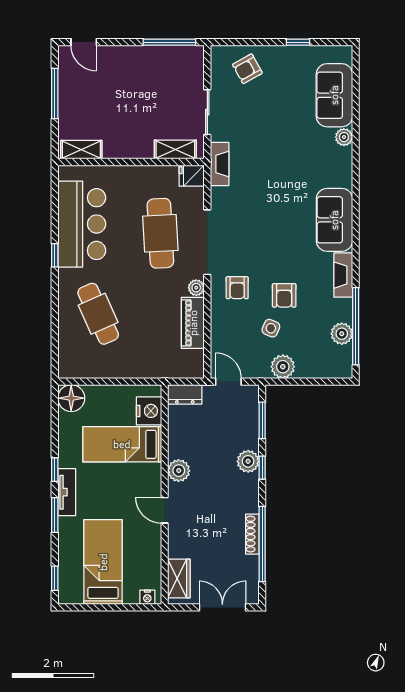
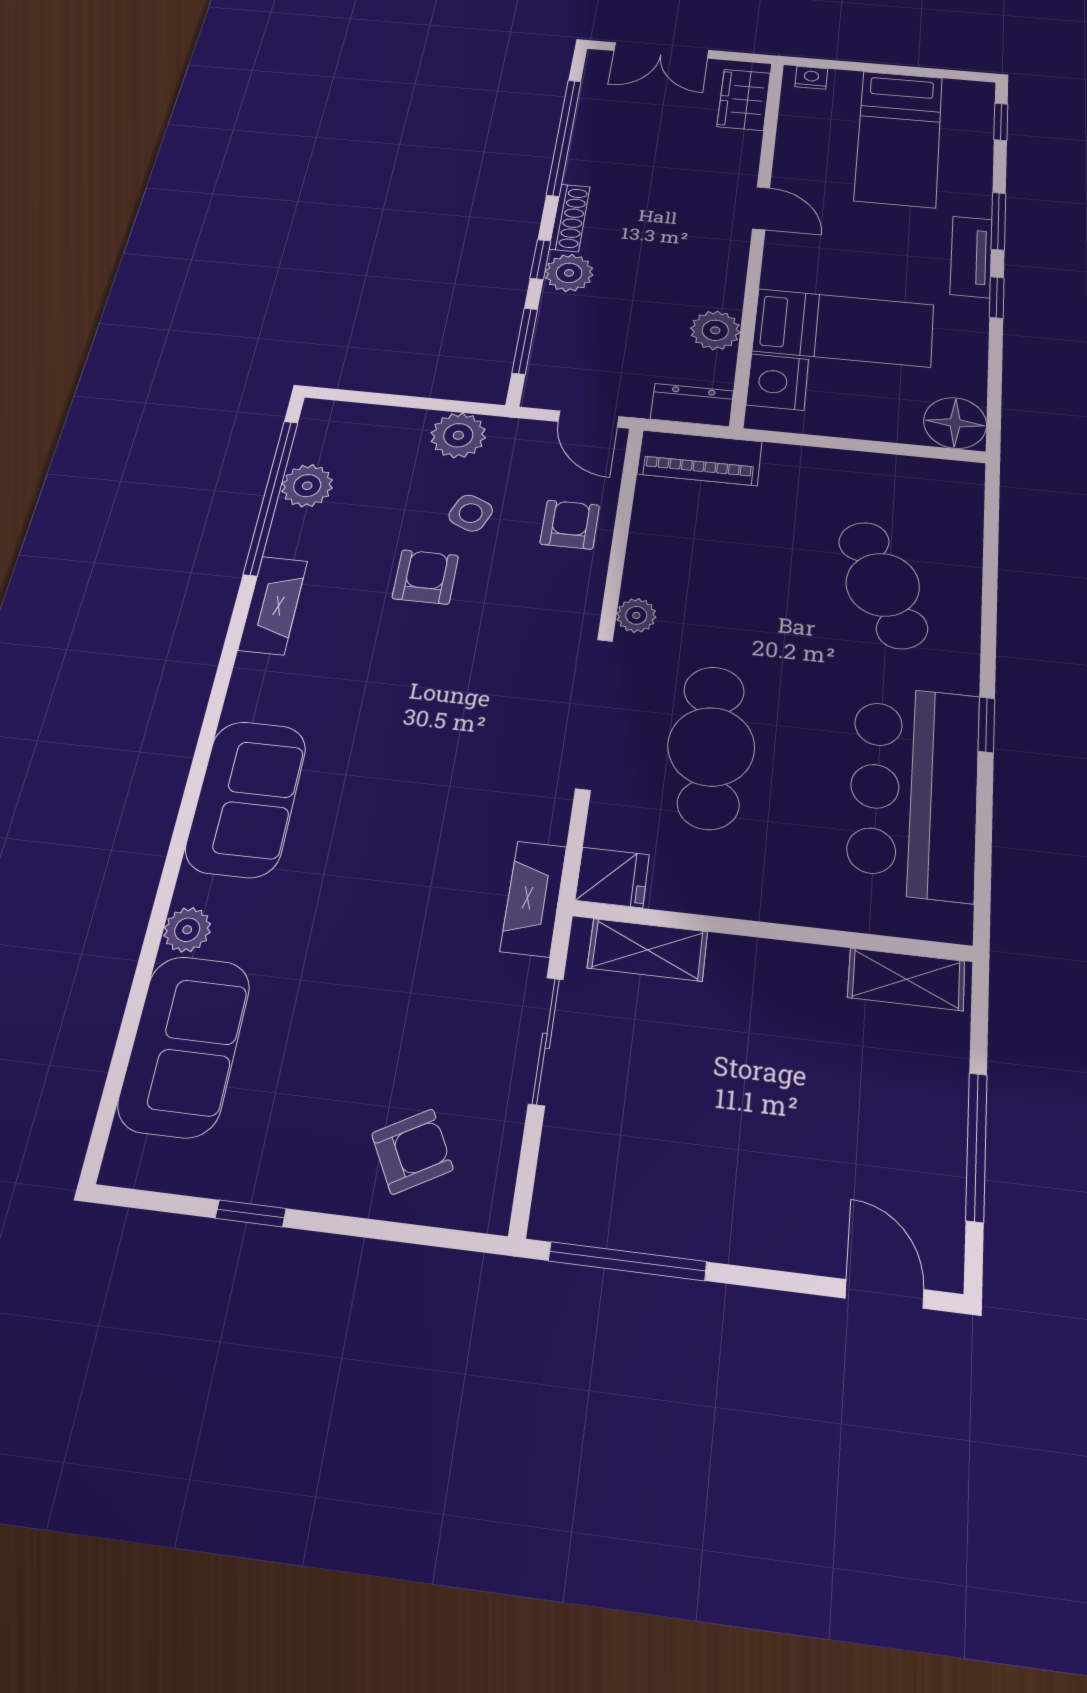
sofa: (334, 220) -> (246, 798), moved
armchair: (237, 288) -> (570, 525), moved
piano: (193, 323) -> (700, 458), moved, turned 90
plant: (179, 471) -> (715, 330), moved
shoe rack: (252, 534) -> (570, 218), moved

